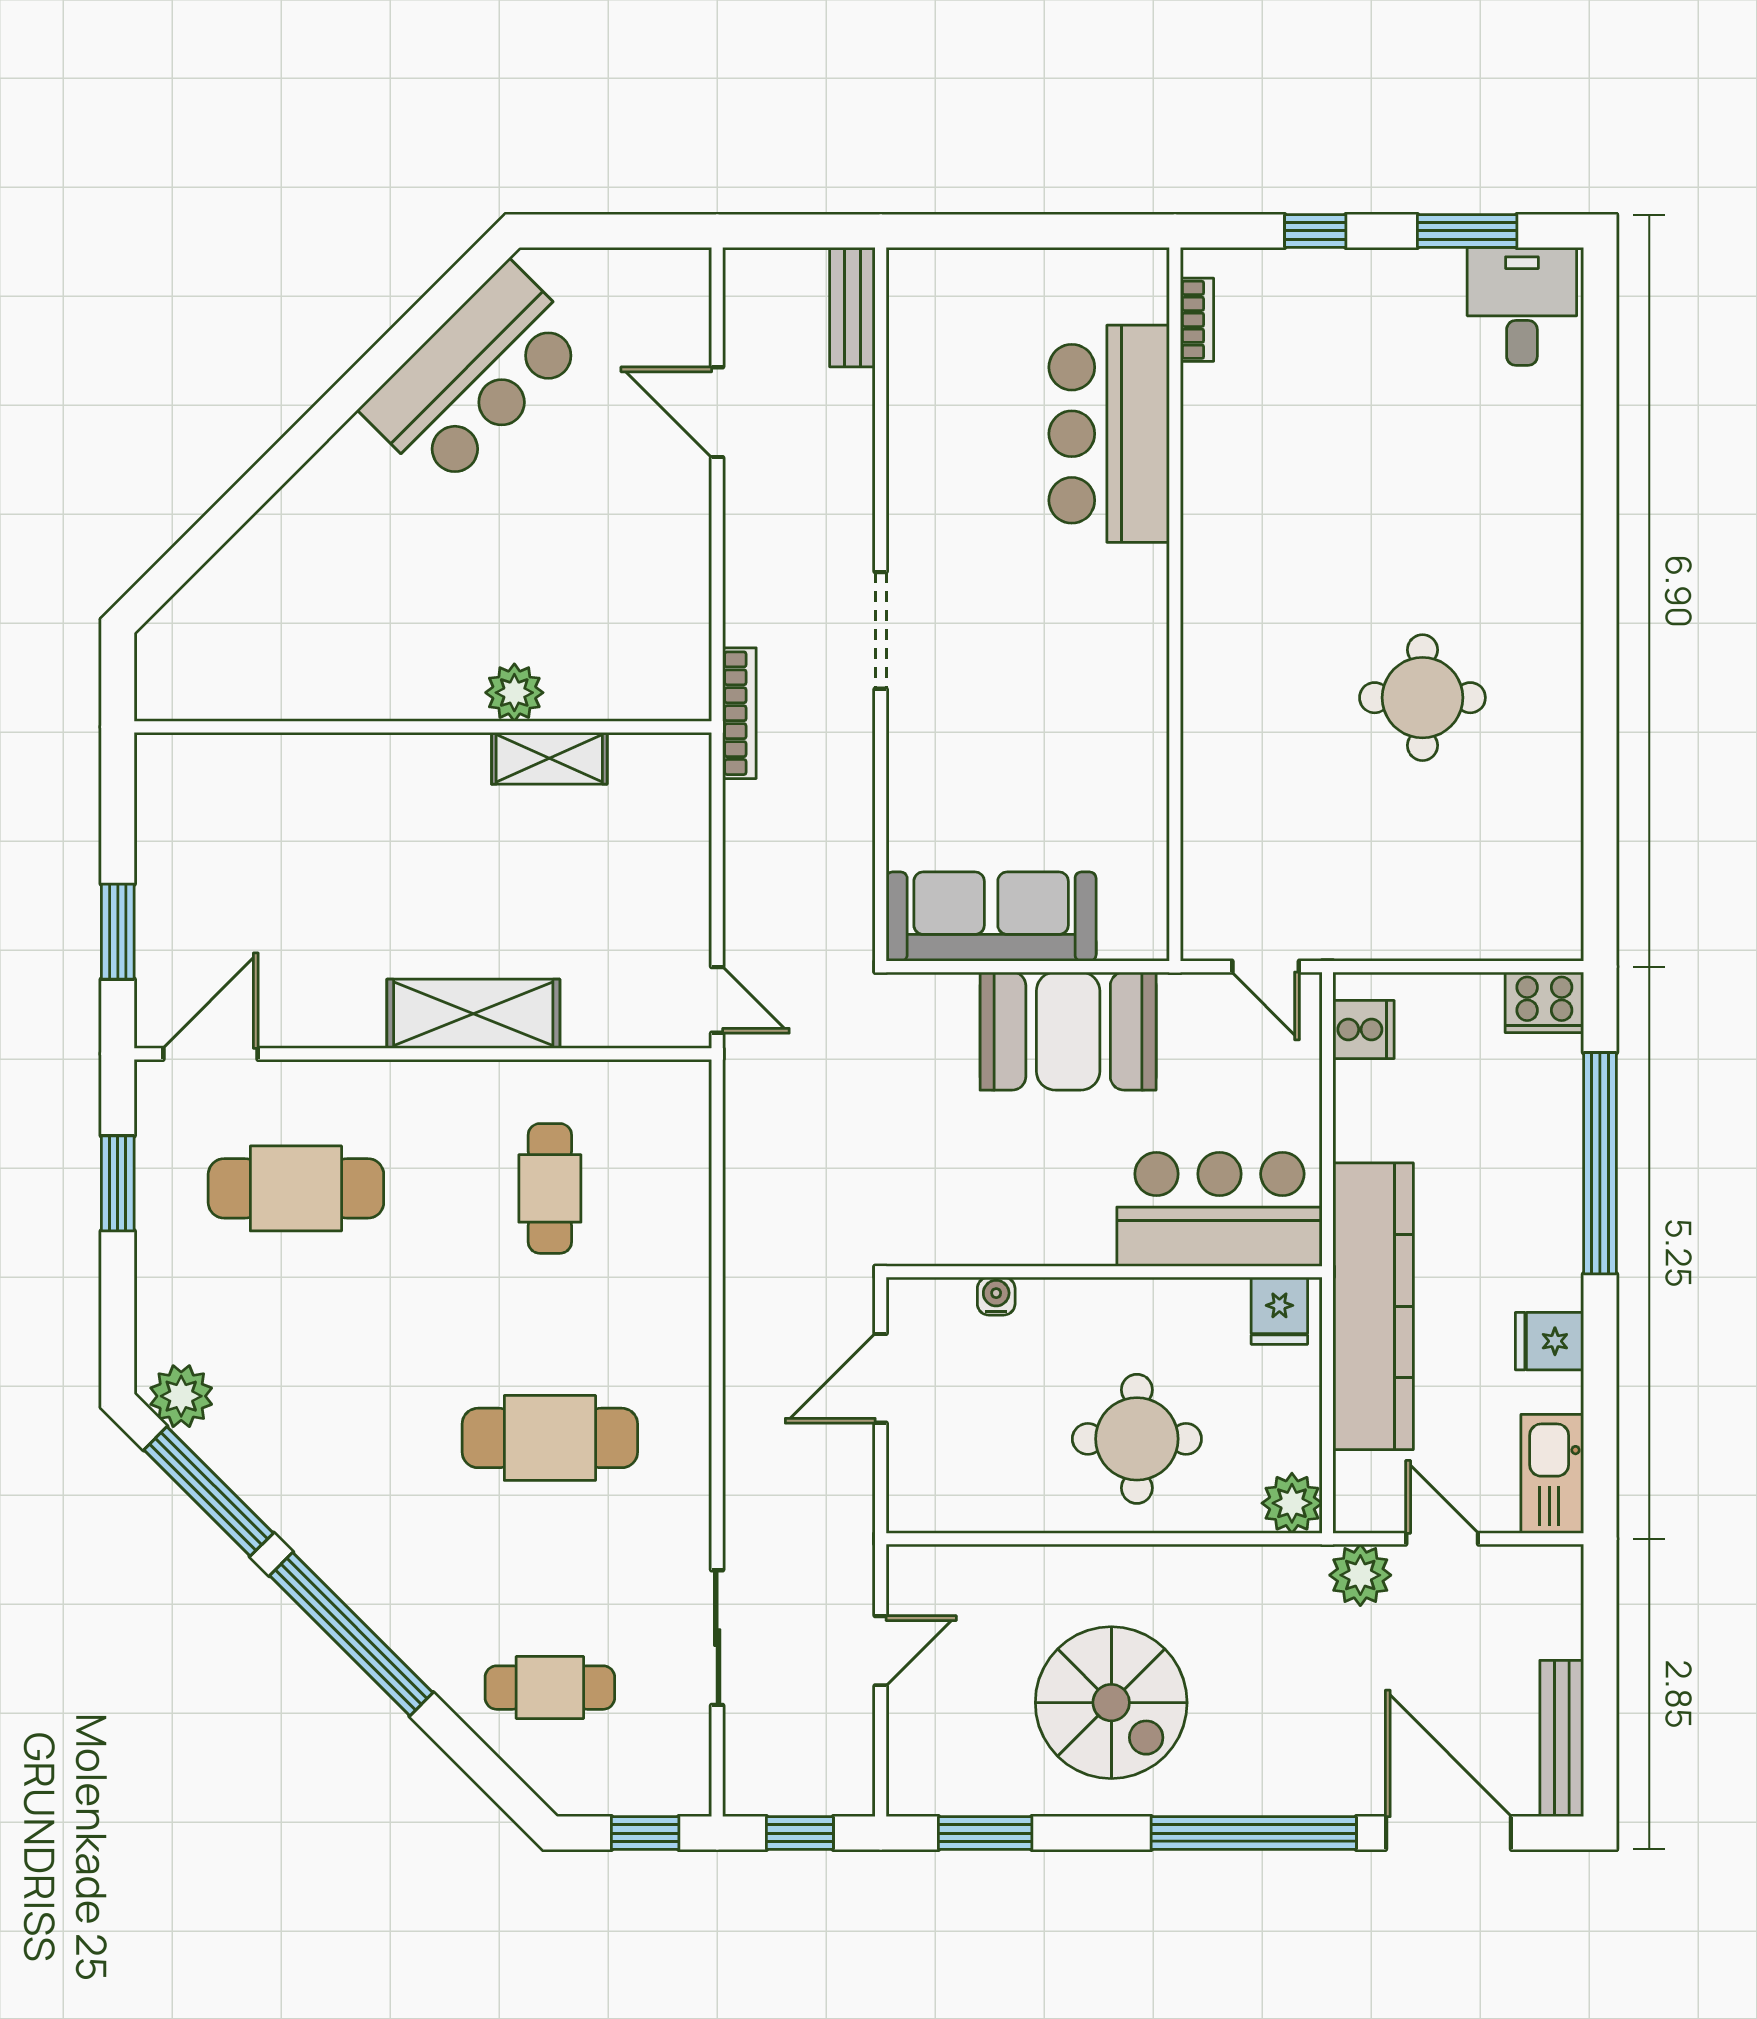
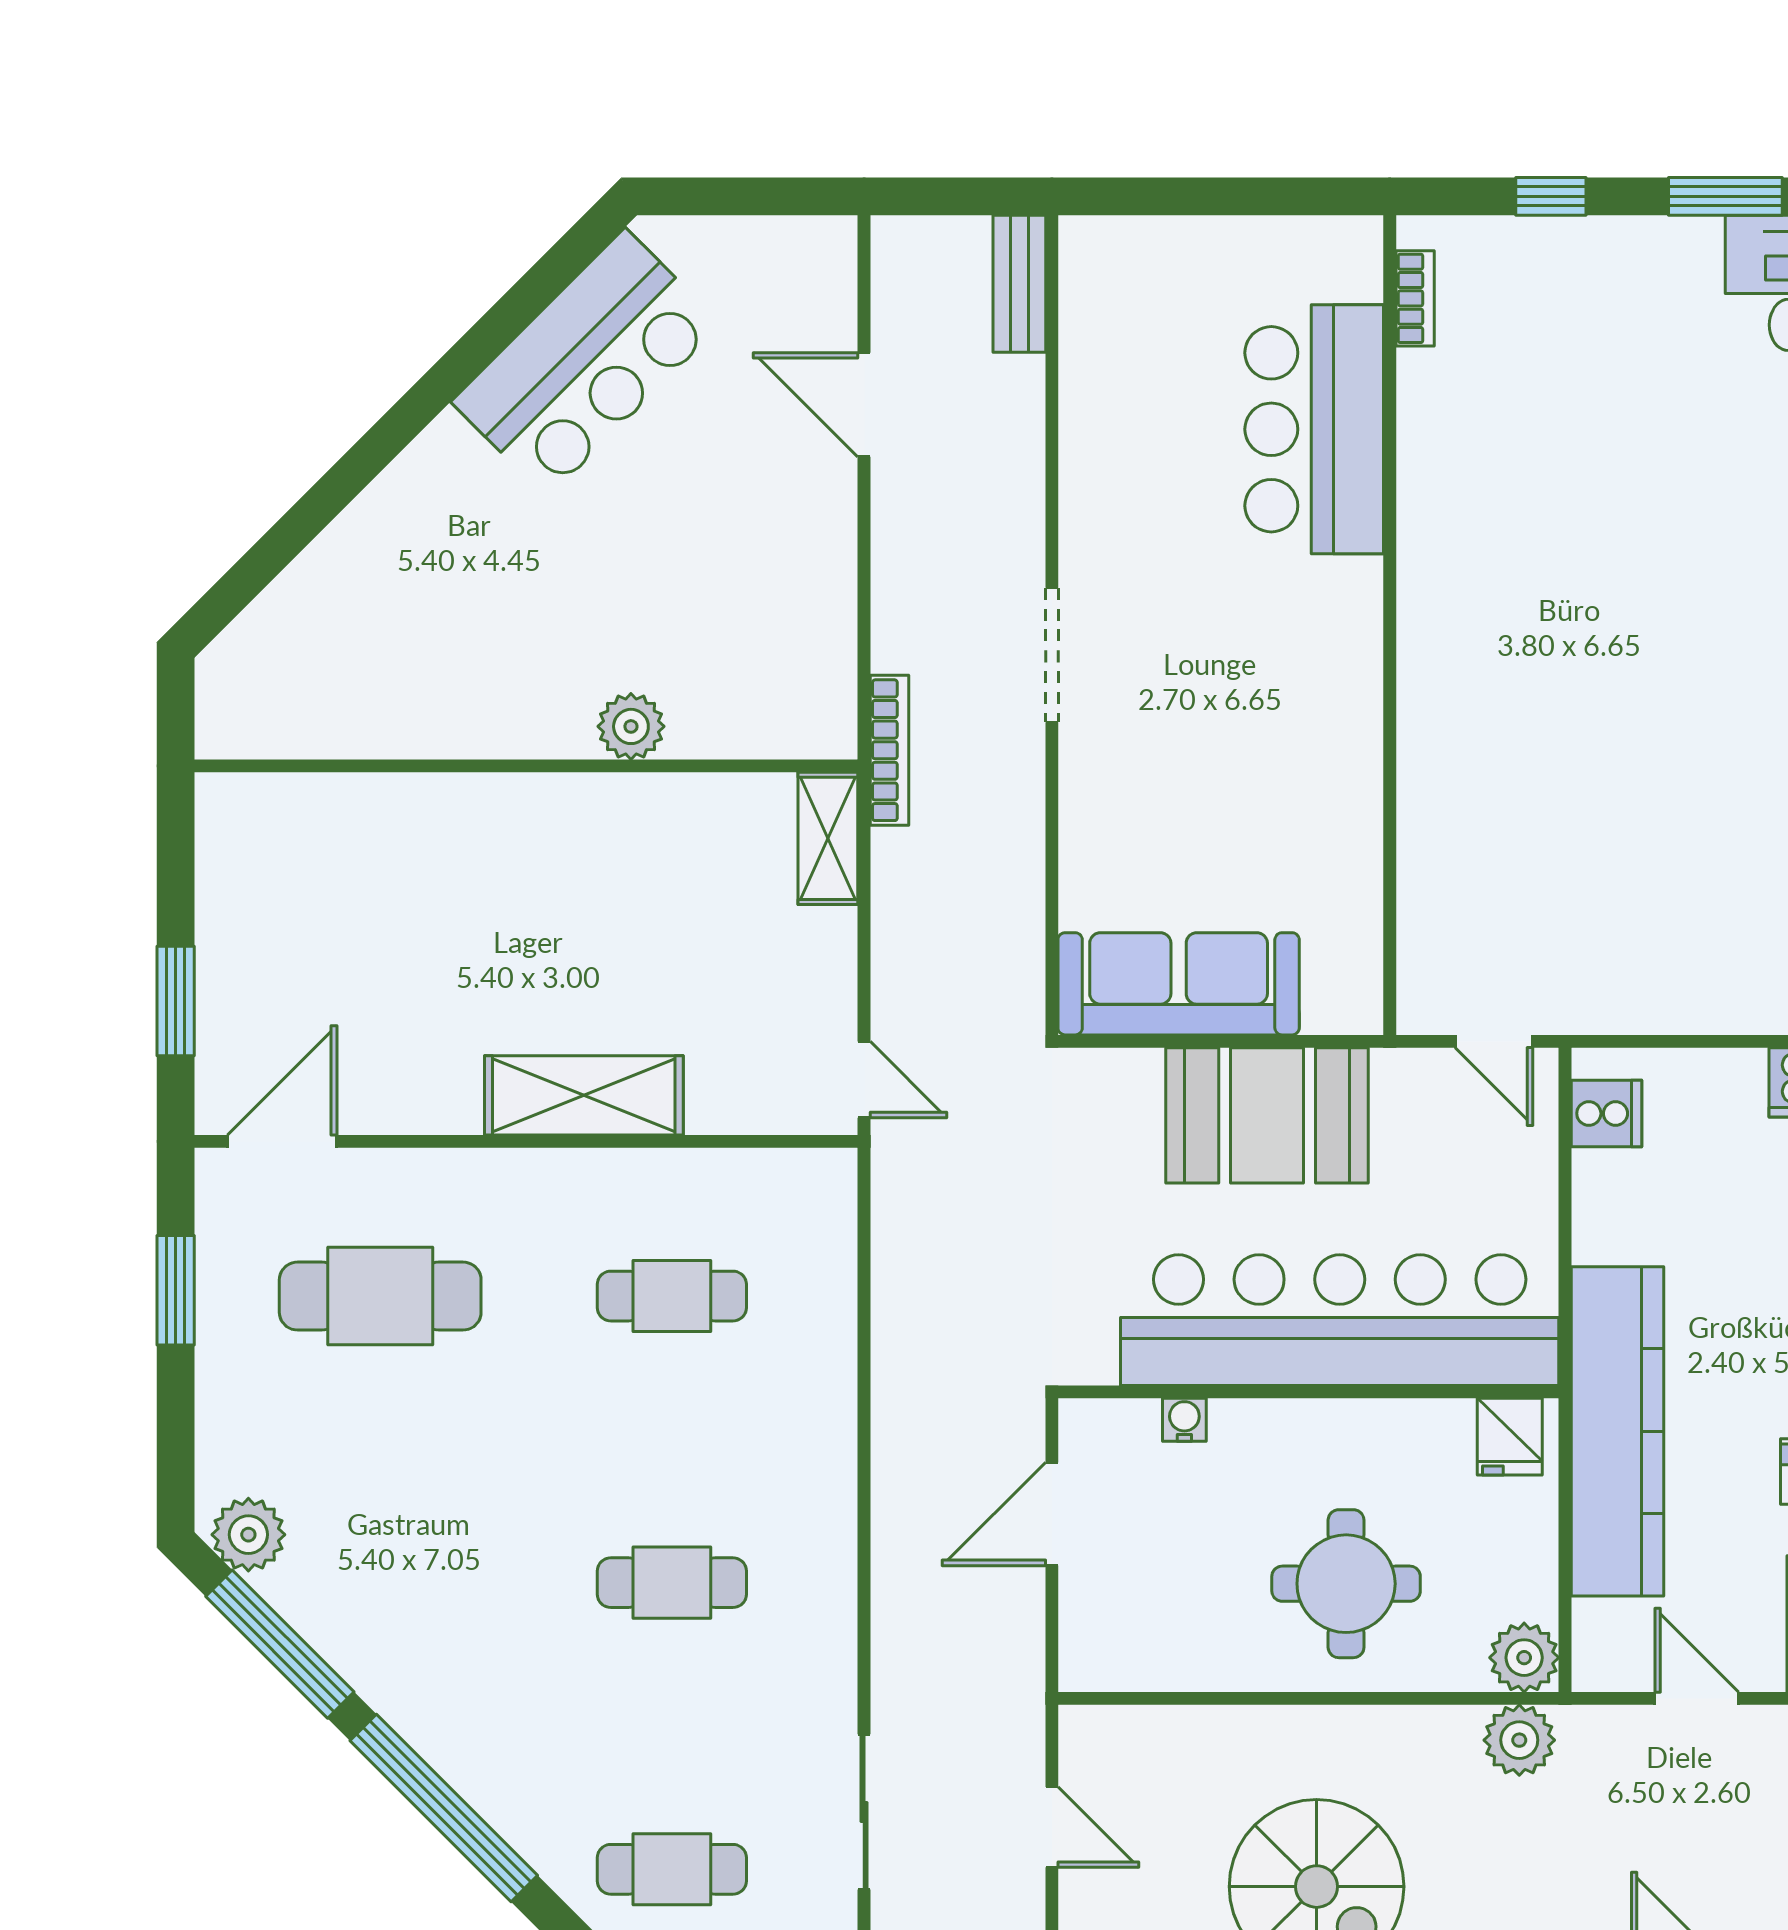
round table: (1422, 698) -> (1674, 732), removed
shelving: (549, 758) -> (828, 838), moved, turned 90
cafe table: (550, 1188) -> (672, 1296), turned 90
bar counter: (1219, 1209) -> (1340, 1320), width x1.86
cafe table: (550, 1438) -> (672, 1583), width x0.73, depth x0.74
plant: (1360, 1575) -> (1519, 1740), moved
door: (881, 1651) -> (1052, 1827), hinge flipped

